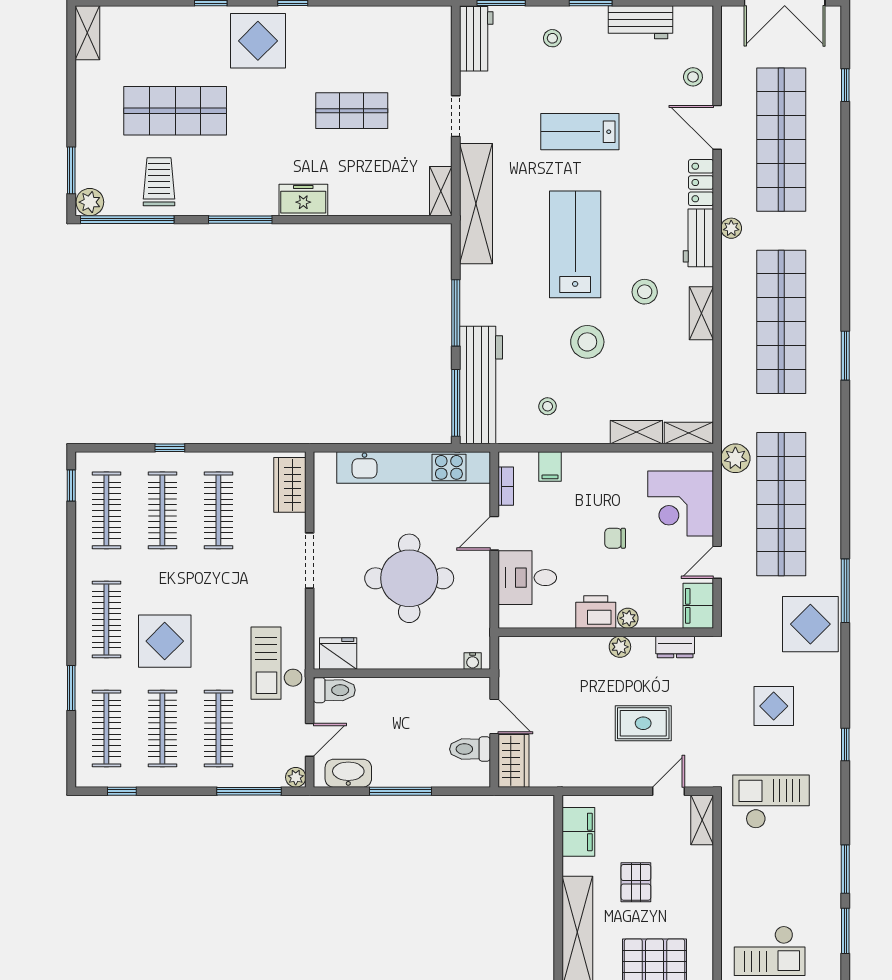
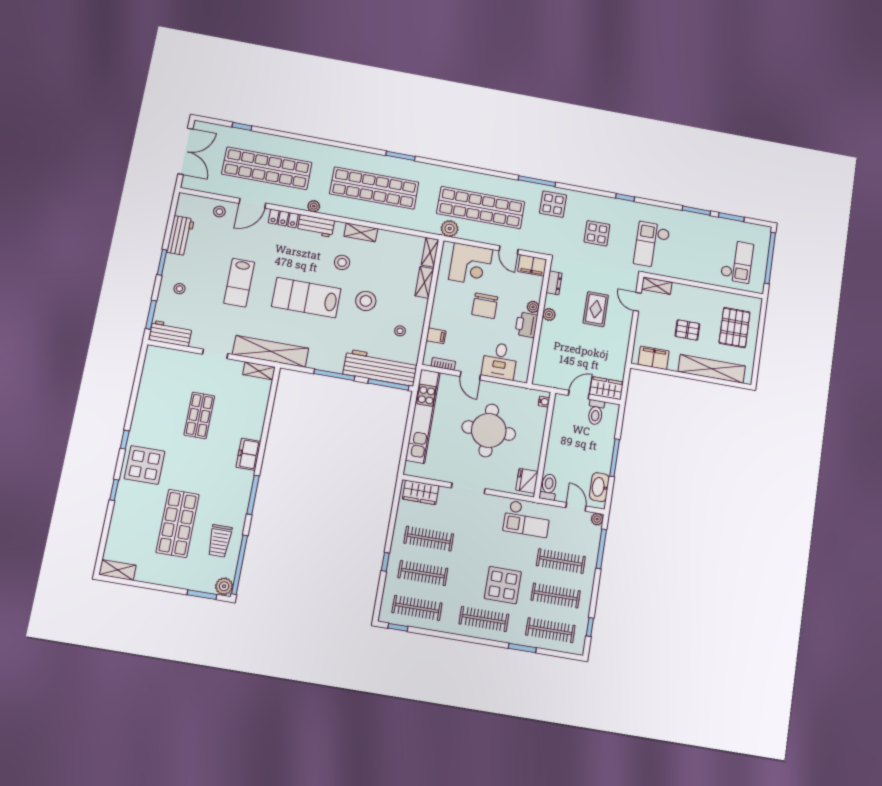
trolley: (159, 182) -> (220, 541), turned -90
chair: (615, 538) -> (485, 306), width x1.87, depth x1.87
display table: (810, 624) -> (553, 204), width x0.73, depth x0.73

